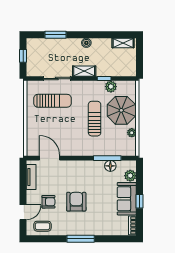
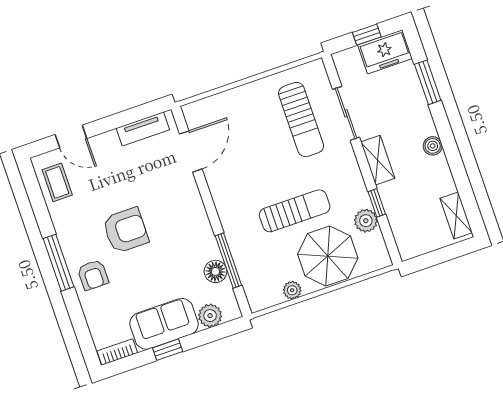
freezer: (34, 50) -> (385, 52), added
armchair: (48, 202) -> (93, 275), moved

